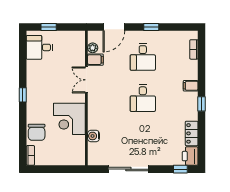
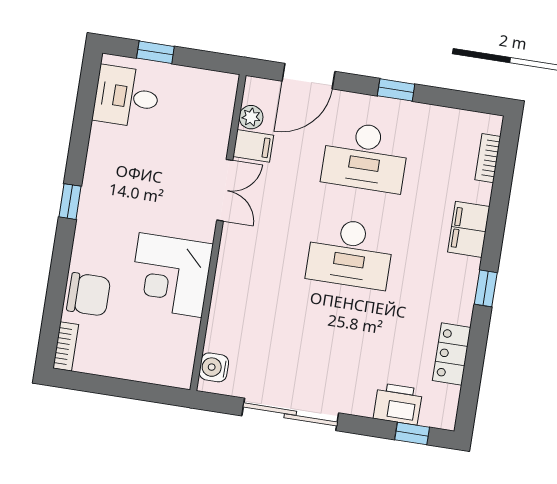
desk: (143, 57) -> (365, 157), width x1.37
double door: (86, 80) -> (225, 190), swing flipped
filing cabinet: (191, 86) -> (469, 229), width x2.00
desk: (143, 98) -> (350, 253), width x1.37
chair: (37, 132) -> (89, 294), turned -90
water cooler: (93, 136) -> (214, 367), moved
printer: (190, 156) -> (398, 404), moved, turned 90

